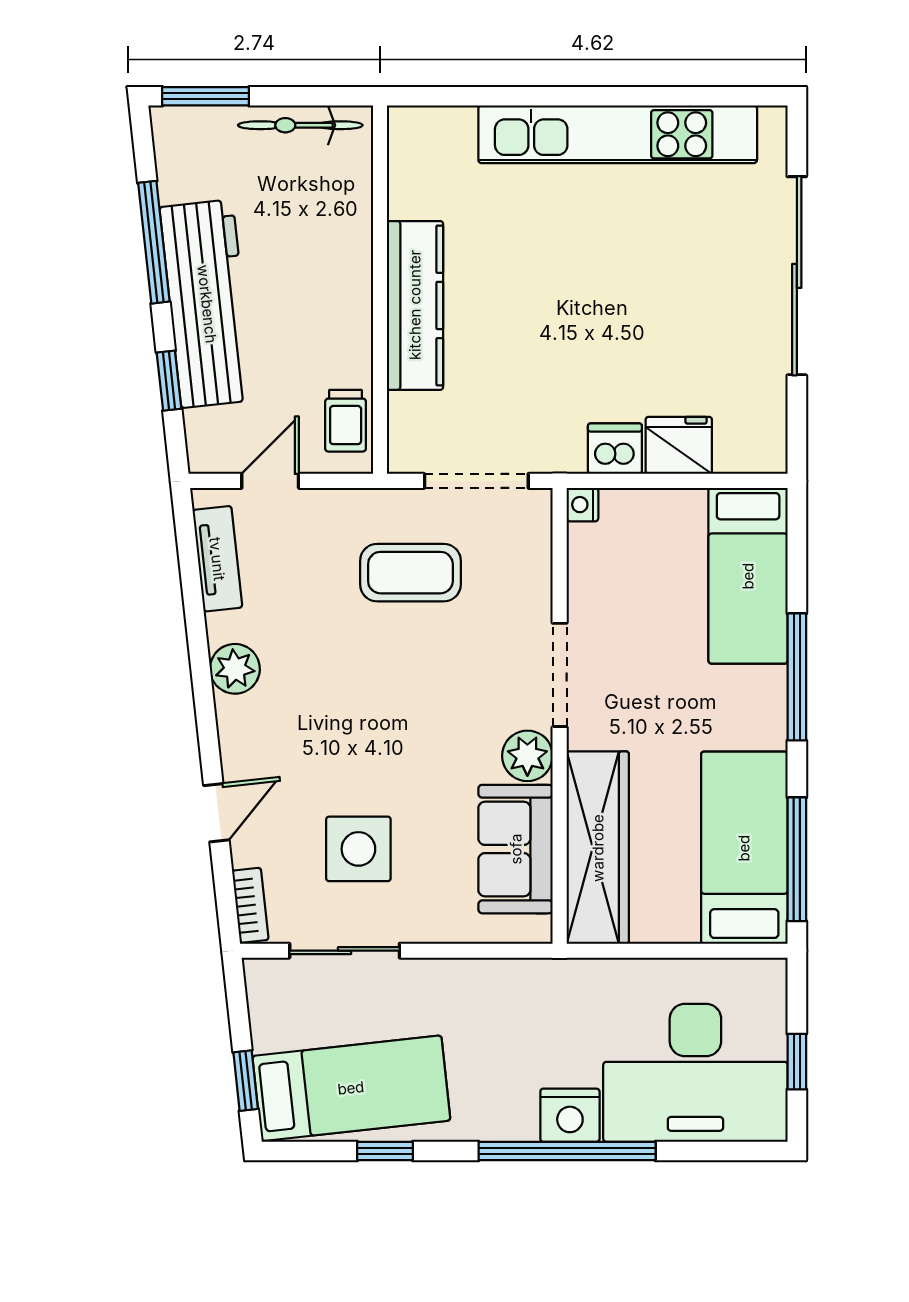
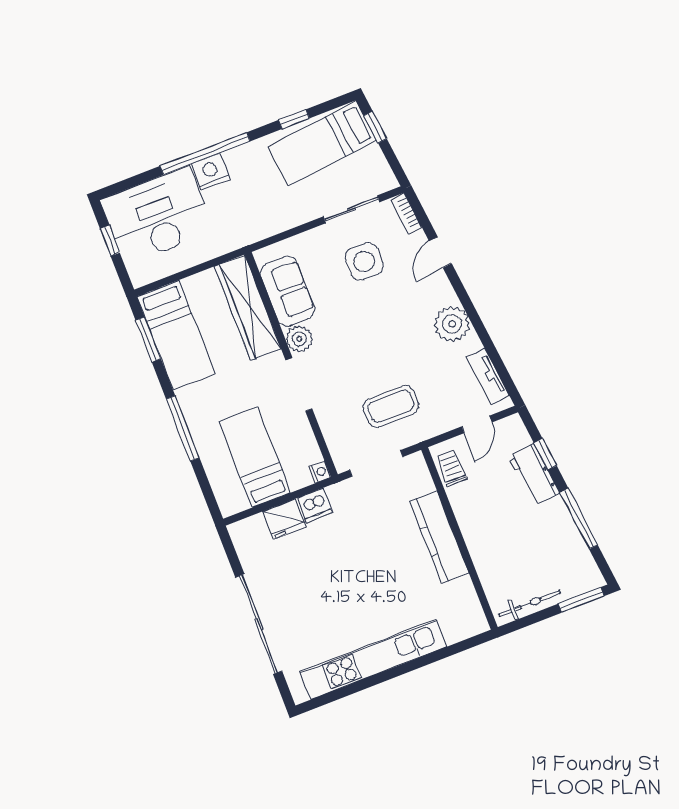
workbench: (207, 304) -> (534, 475), width x0.53, depth x0.76
bed: (748, 576) -> (255, 457), moved
plant: (235, 669) -> (452, 324), width x1.36, depth x1.36
window: (797, 859) -> (148, 339), width x0.69

